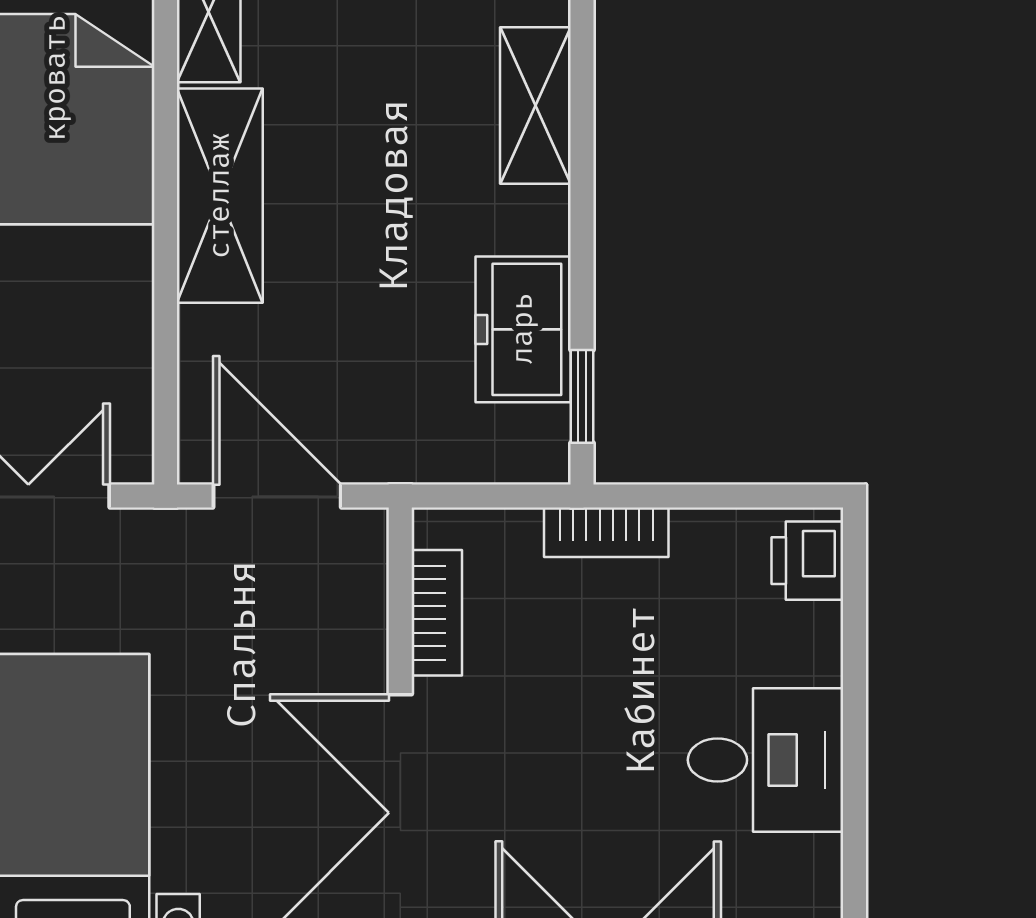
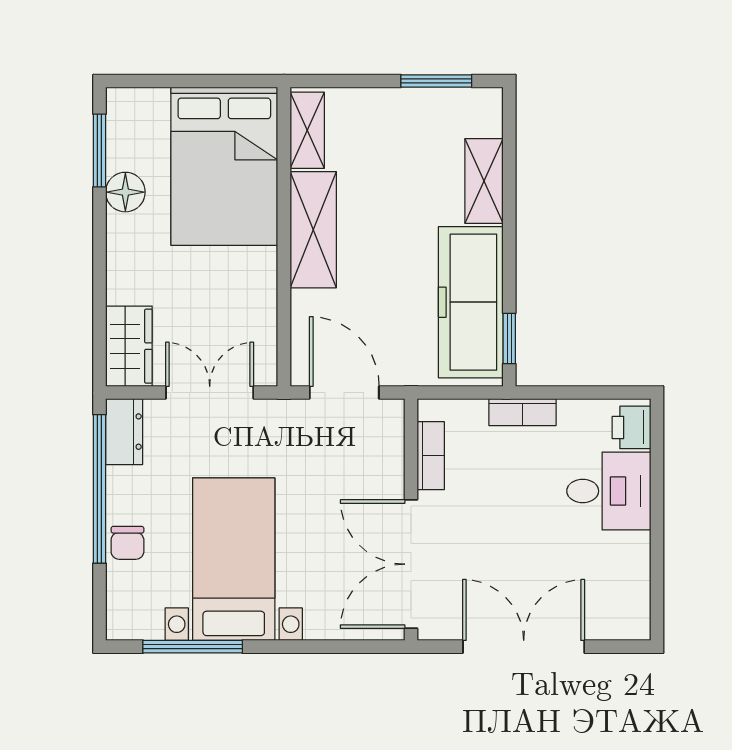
freezer: (523, 329) -> (471, 302), width x1.91, depth x1.26
desk: (766, 760) -> (609, 491), moved

